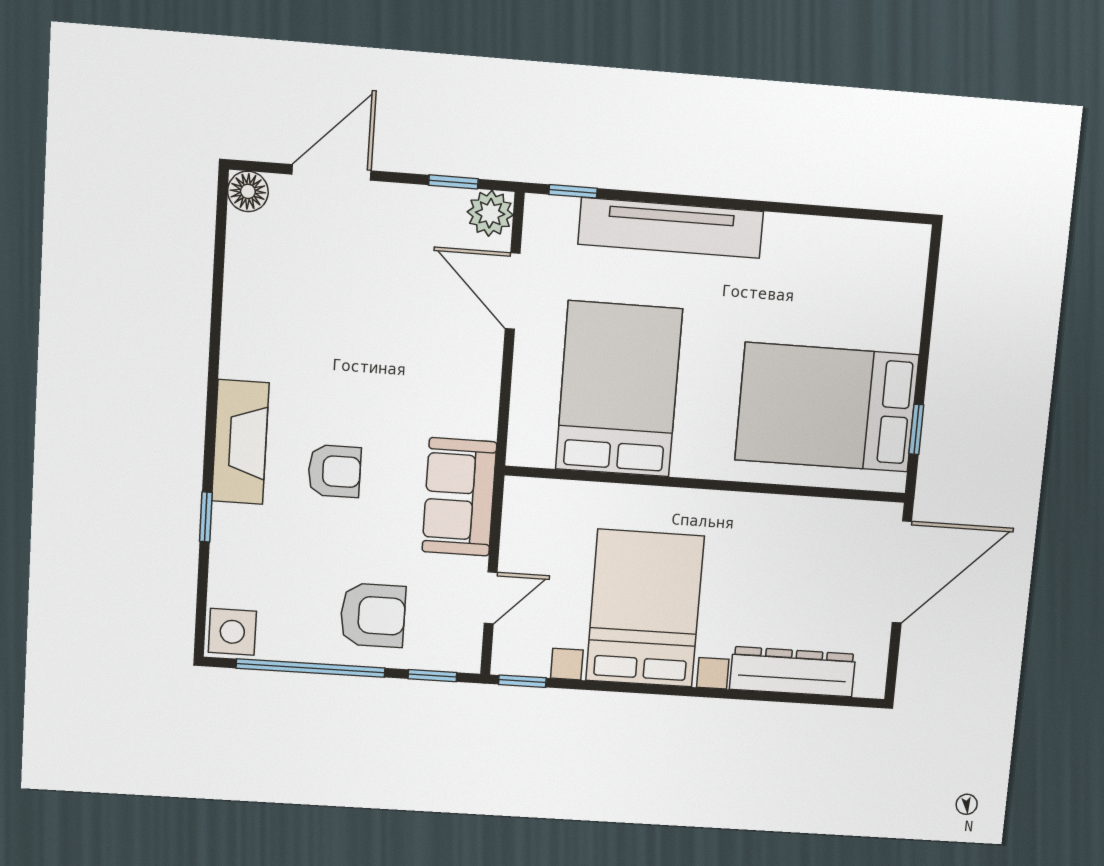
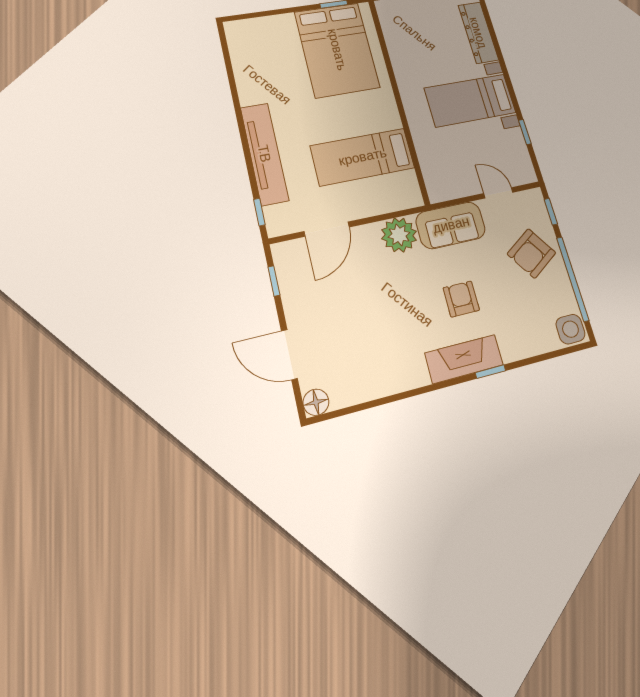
plant: (490, 213) -> (399, 235), moved, width x1.36, depth x1.36
bed: (619, 389) -> (363, 157), width x0.67
window: (206, 517) -> (490, 372), moved
bed with nightstands: (645, 608) -> (470, 100), width x0.73
armchair: (373, 615) -> (532, 253), turned -124
window: (522, 681) -> (525, 132), moved

